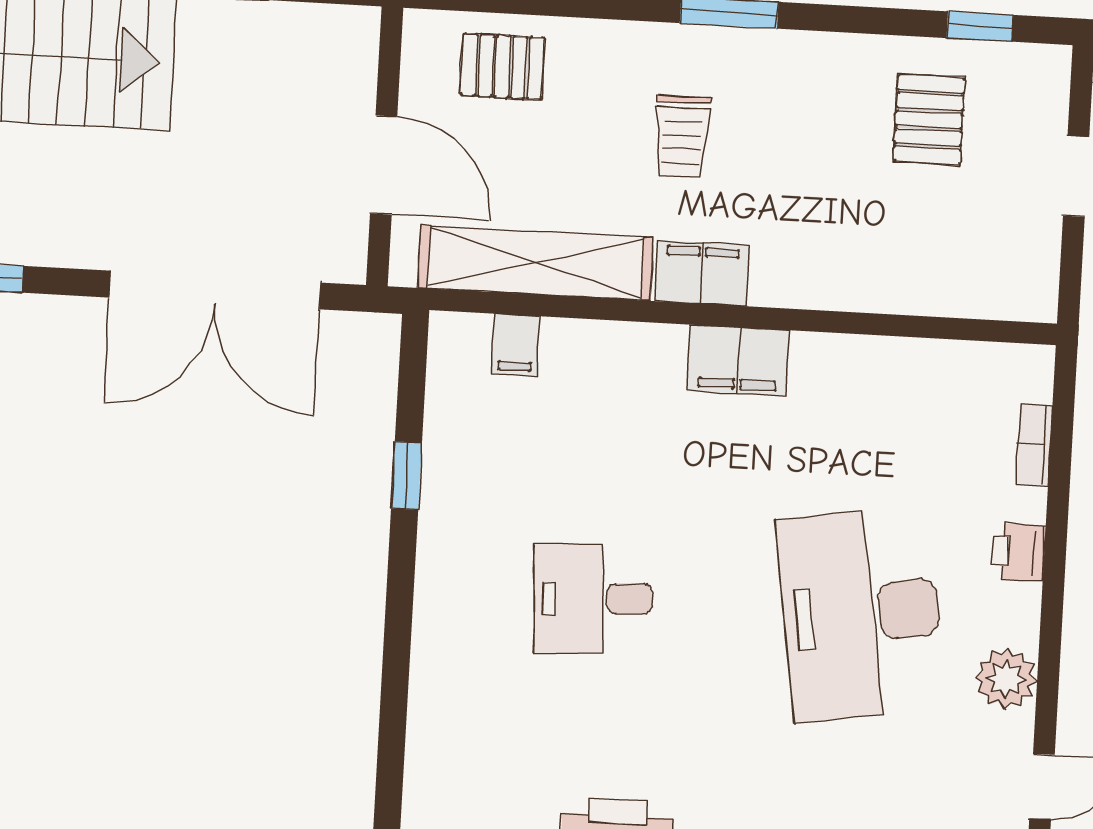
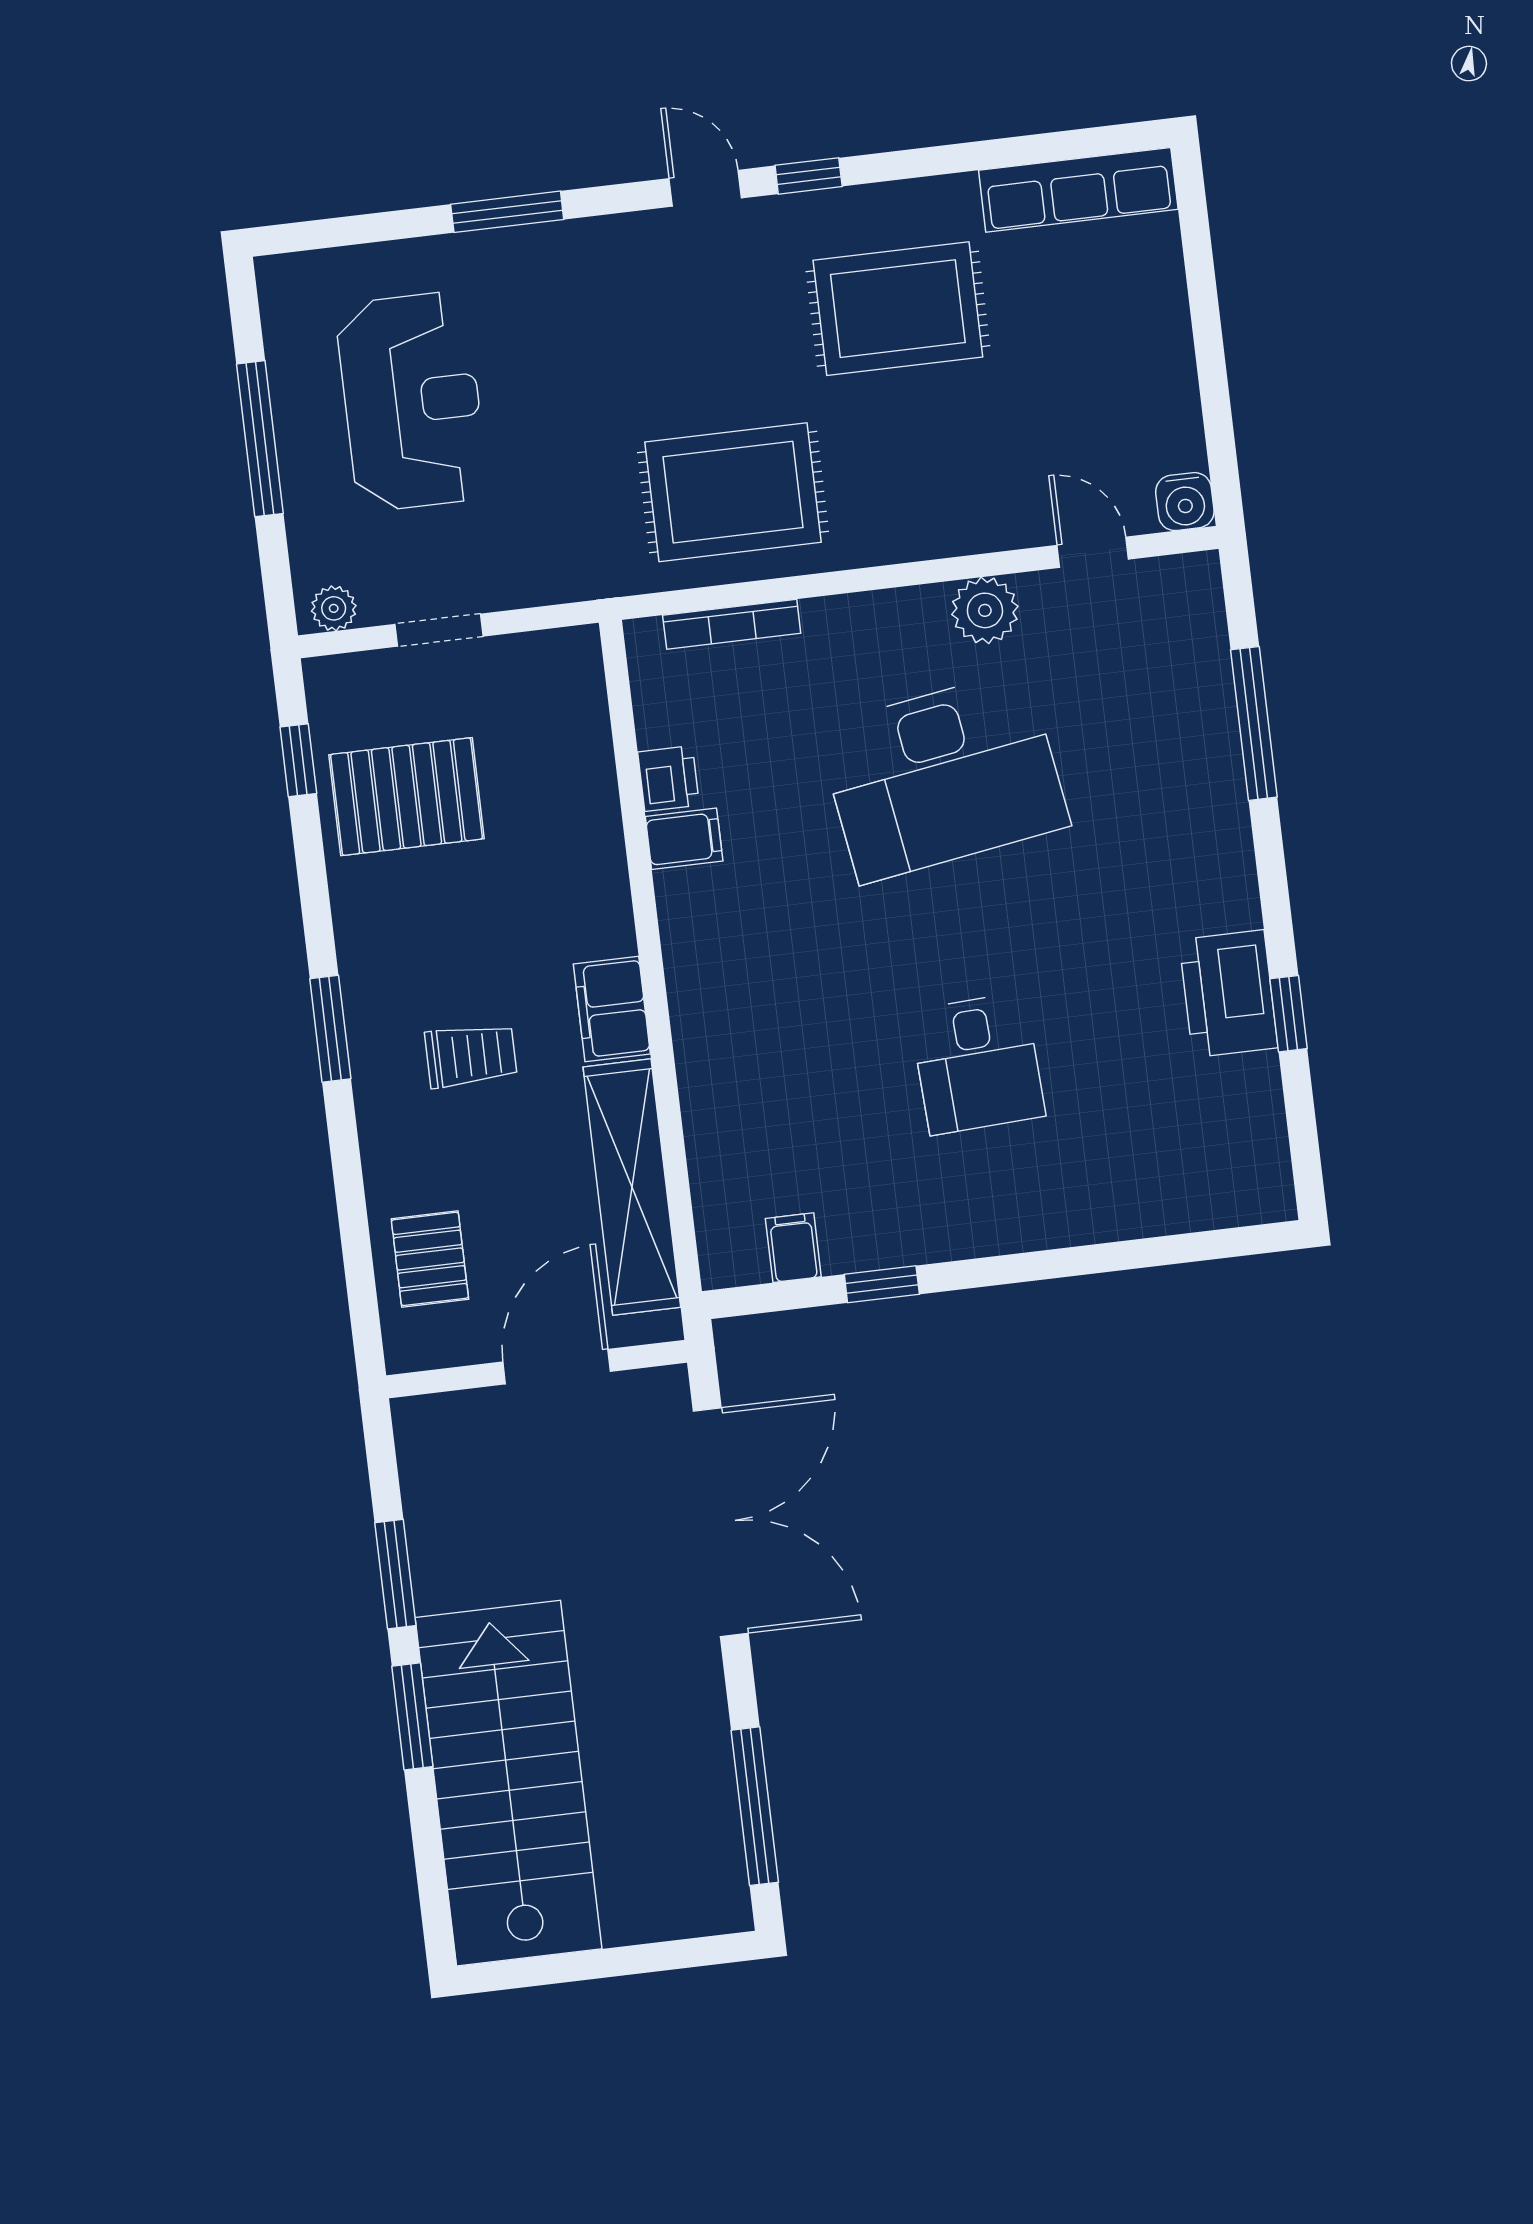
pallet: (929, 120) -> (406, 797), width x1.50, depth x1.42
filing cabinet: (516, 345) -> (793, 1248), moved, turned -90
filing cabinet: (738, 361) -> (684, 839), moved, width x0.50
bookcase: (1034, 445) -> (732, 624), width x1.56
printer: (1019, 552) -> (668, 779), moved, turned -90

